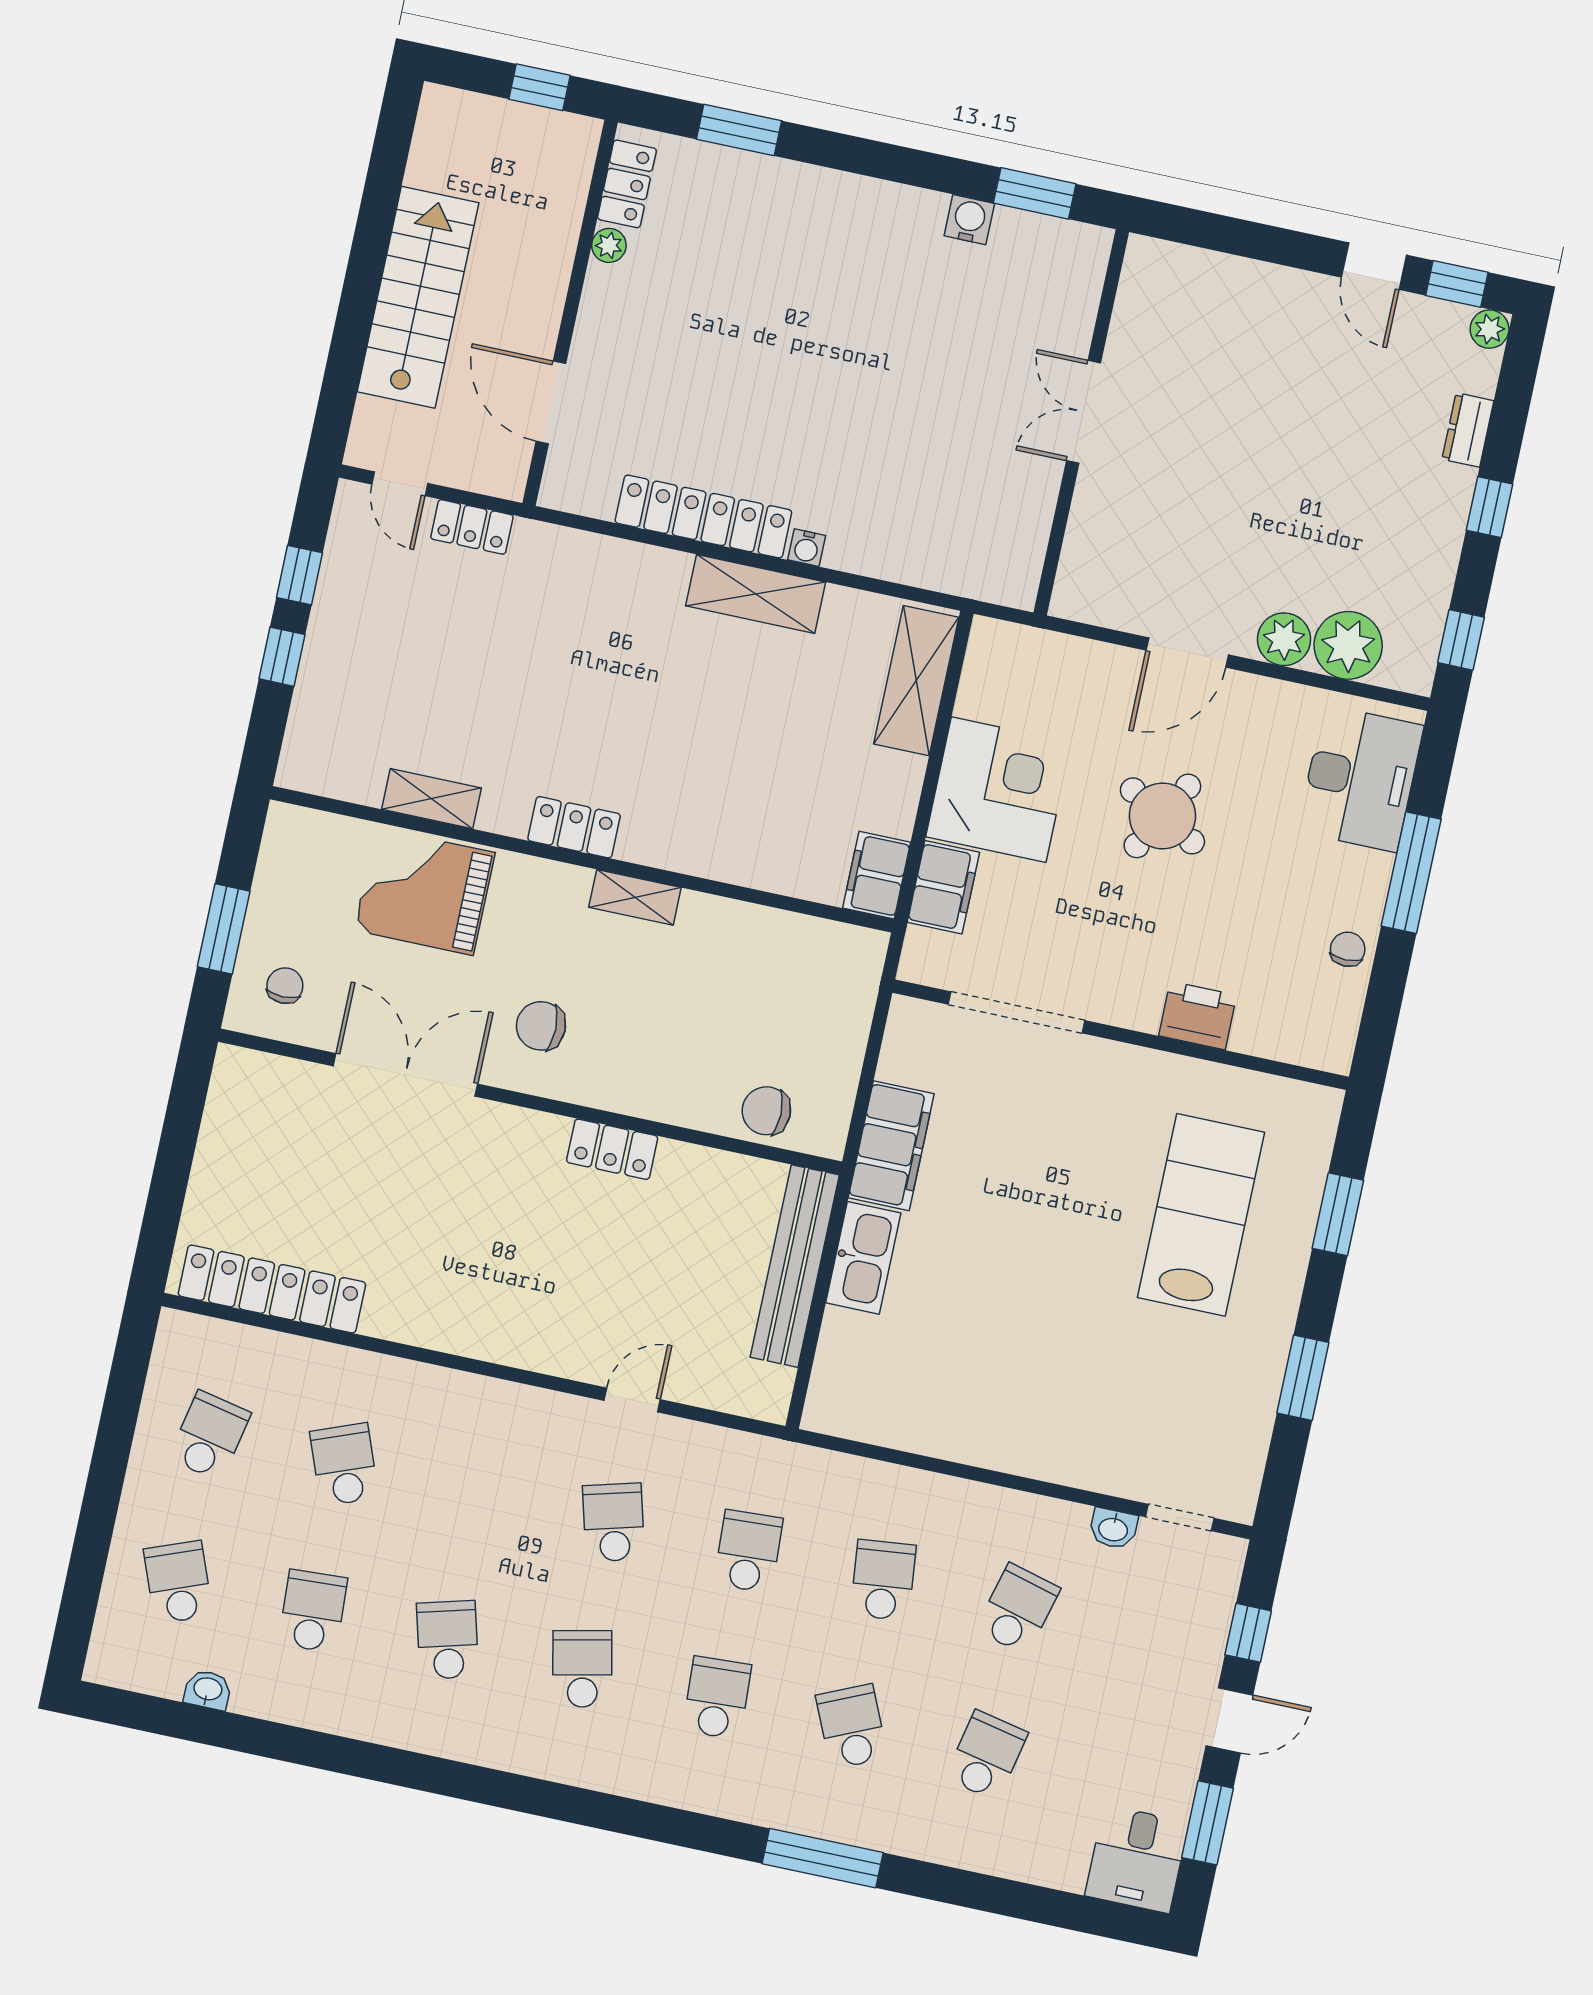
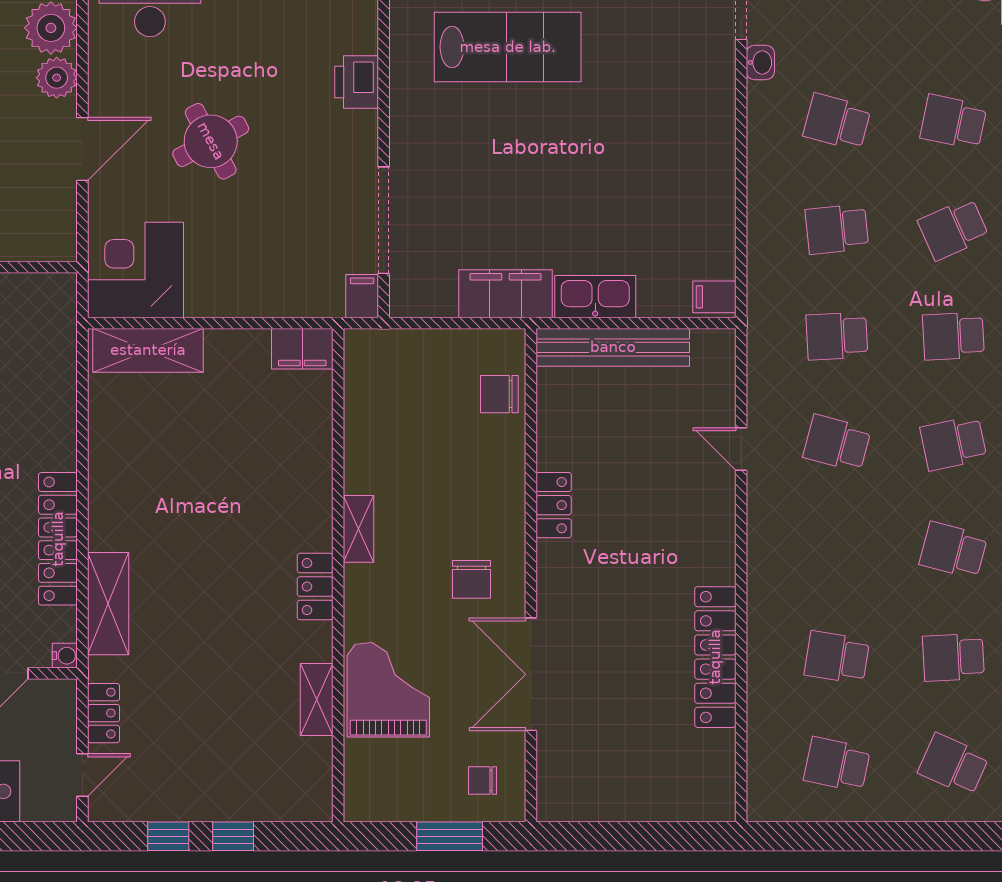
water cooler: (807, 548) -> (65, 656), moved
shelving: (756, 594) -> (108, 604), moved
door: (1187, 653) -> (82, 149), hinge flipped
corner desk: (999, 790) -> (136, 270), moved
round table: (1162, 816) -> (211, 141), turned 33
filing cabinet: (943, 887) -> (362, 296), moved, width x0.50
grand piano: (425, 891) -> (388, 690), turned 180
chair: (766, 1111) -> (499, 394), turned 90
lab bench: (1201, 1215) -> (508, 47), turned 180
locker: (272, 1289) -> (715, 657), moved
filing cabinet: (831, 1408) -> (714, 297), added
school desk: (344, 1465) -> (837, 657), turned 30
school desk: (614, 1522) -> (837, 443), turned 30
school desk: (178, 1582) -> (953, 764), turned 45
school desk: (448, 1640) -> (953, 550), turned 30

